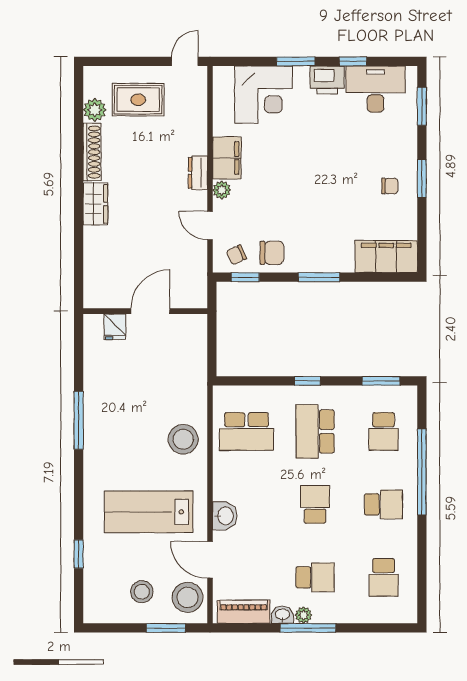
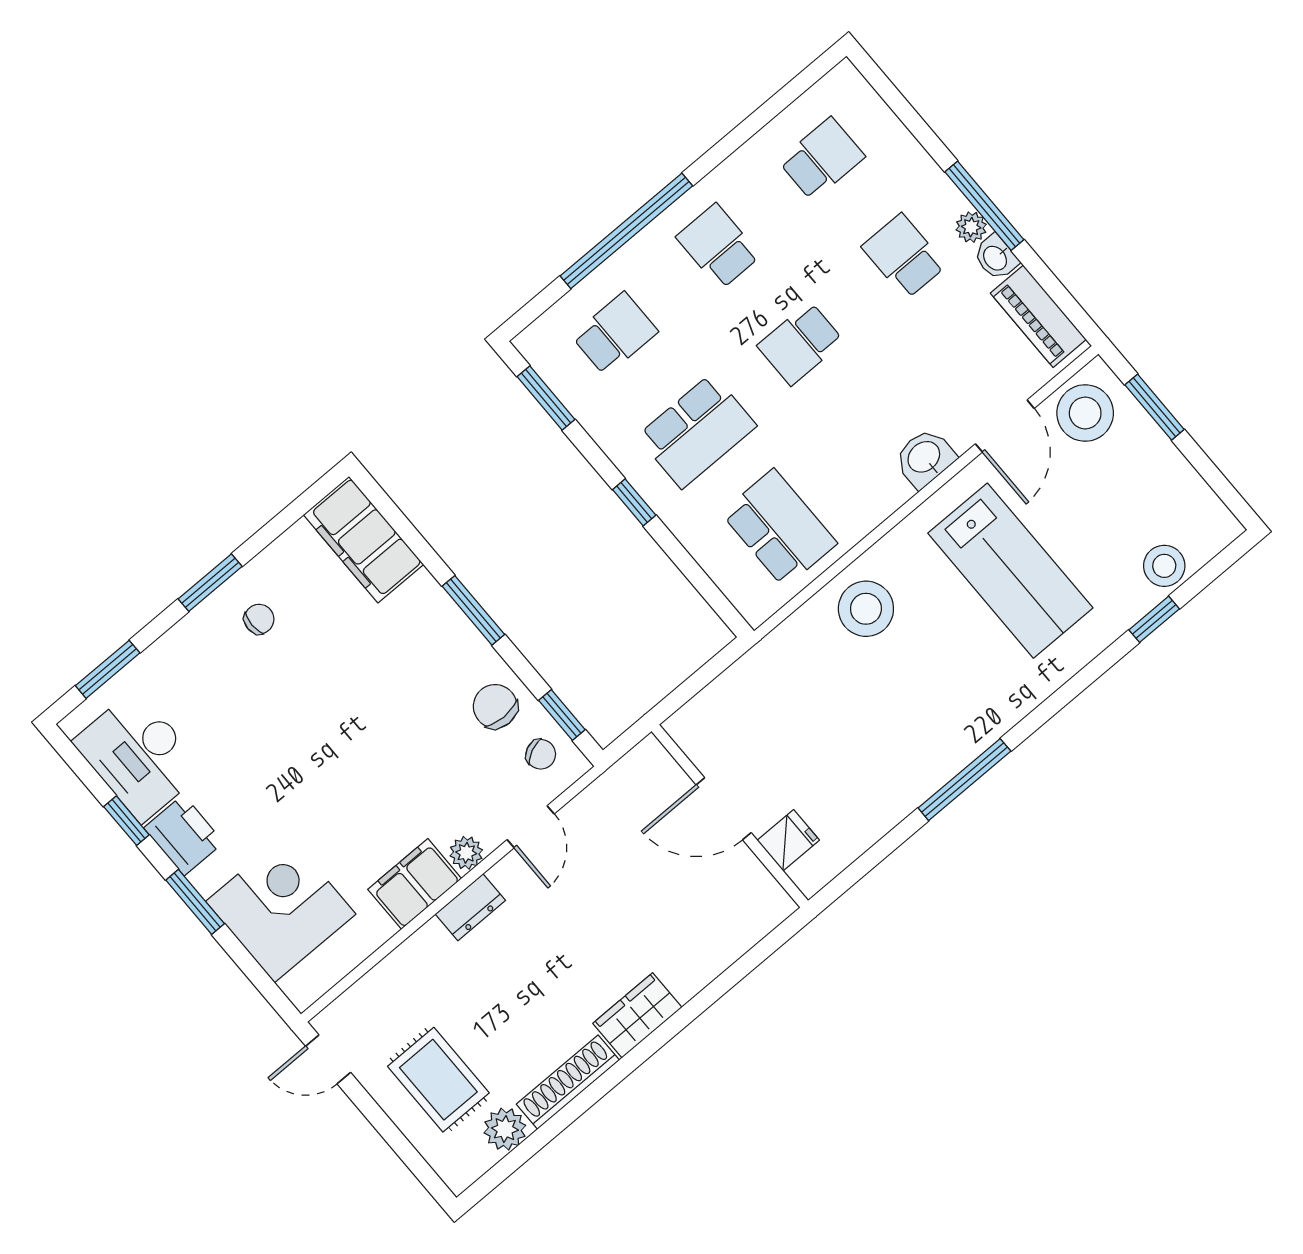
chair: (390, 186) -> (259, 619), turned 90
stool: (142, 592) -> (1164, 566), moved

